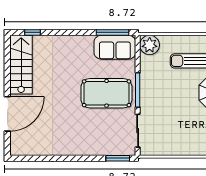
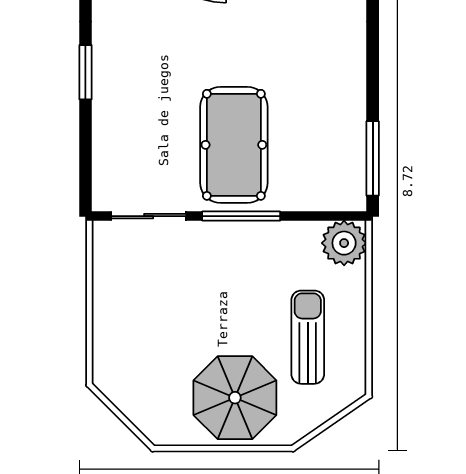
sofa: (115, 47) -> (339, 164), removed
window: (118, 158) -> (85, 72), moved

